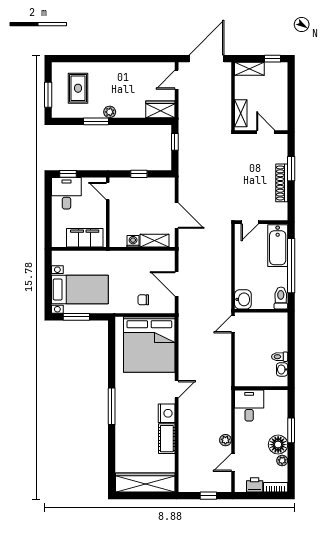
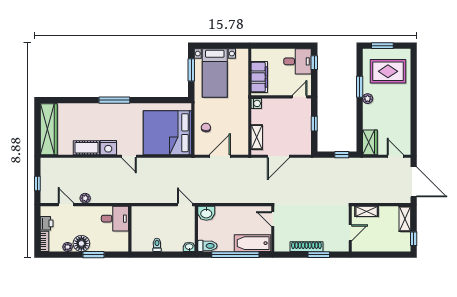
rug: (78, 88) -> (388, 71), width x1.36, depth x1.43
washing machine: (133, 241) -> (256, 103), moved
washbasin: (282, 369) -> (189, 247), moved

